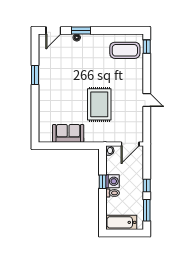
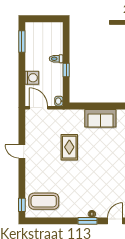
rug: (99, 104) -> (69, 147), width x0.73, depth x0.70
door: (130, 144) -> (38, 108), hinge flipped
washing machine: (112, 181) -> (32, 78), moved, turned 180
window: (147, 185) -> (22, 66), removed
bathtub: (121, 222) -> (47, 29), removed

